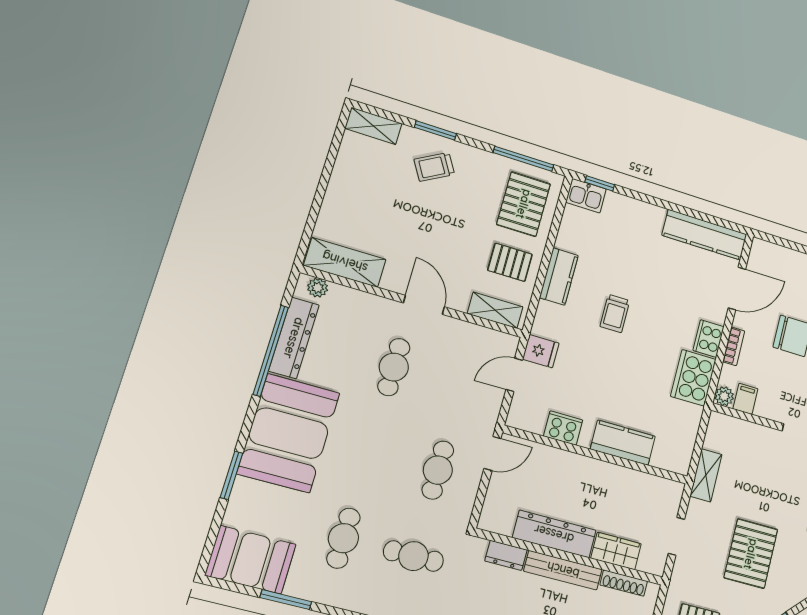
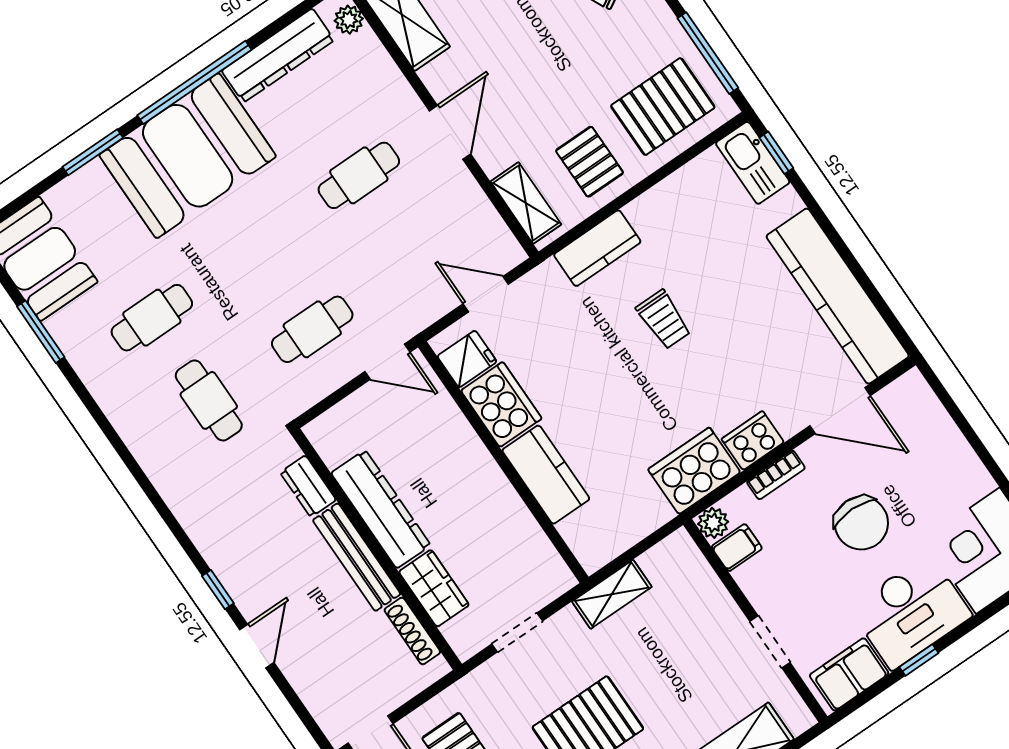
kitchen sink: (586, 196) -> (753, 163), width x1.38
kitchen counter: (705, 235) -> (838, 296), width x1.39, depth x1.17
kitchen counter: (559, 277) -> (597, 248), moved
trolley: (615, 313) -> (664, 319), turned -90
window: (271, 351) -> (194, 82), moved
fridge: (541, 351) -> (467, 359), moved, turned -90
cooker: (563, 428) -> (501, 405), width x1.37, depth x1.31

